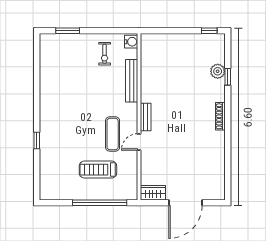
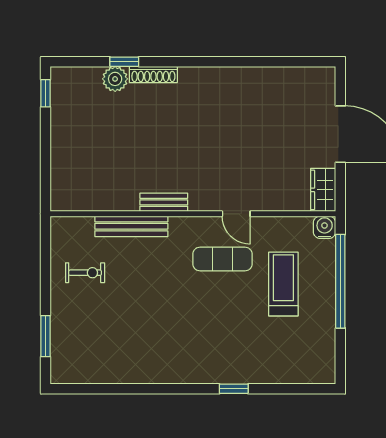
water cooler: (131, 42) -> (325, 227), moved
shoe rack: (220, 116) -> (153, 74), moved
bench: (146, 117) -> (164, 202), moved
treadmill: (98, 170) -> (283, 284), turned 180

